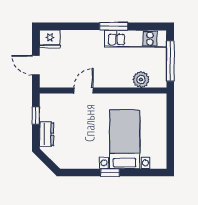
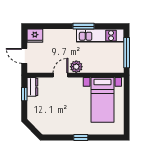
plant: (141, 80) -> (76, 67), moved
dresser: (47, 134) -> (32, 87), moved
bed with nightstands: (125, 139) -> (102, 100), moved, turned 180

